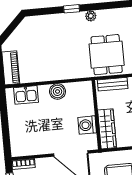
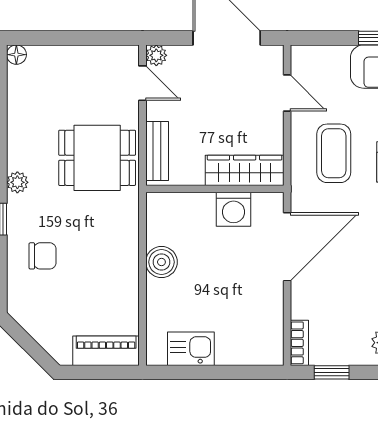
chair: (55, 32) -> (42, 256), added
kitchen sink: (26, 95) -> (191, 349), moved, turned -90

